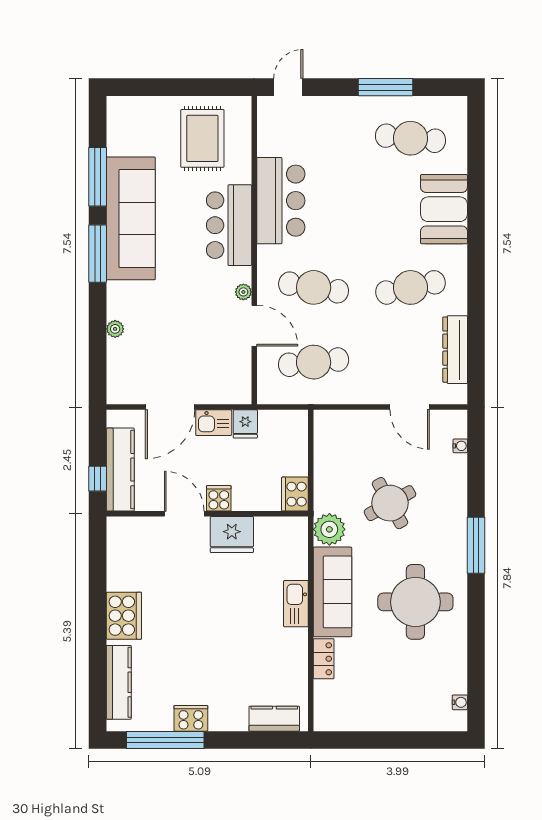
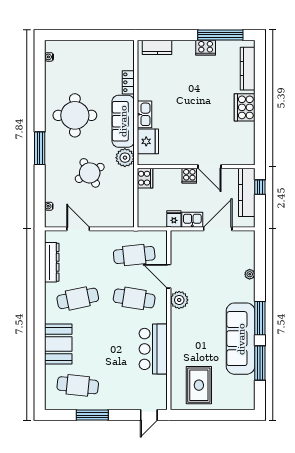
bar counter: (229, 225) -> (183, 335), removed
plant: (243, 292) -> (179, 300), width x1.88, depth x1.88
fridge: (232, 535) -> (148, 141), moved, turned 90

